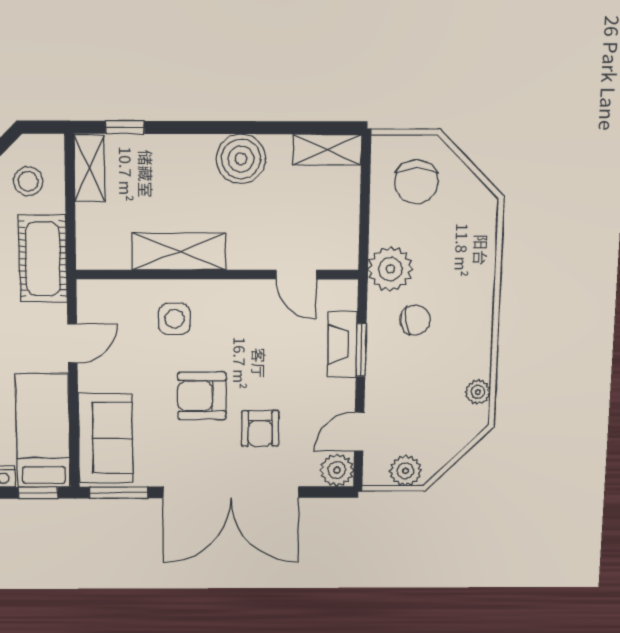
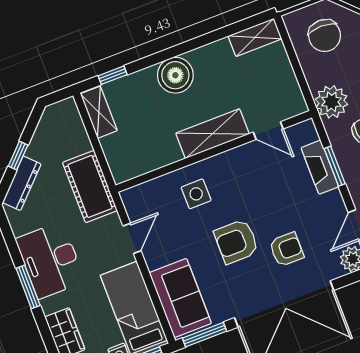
boiler: (241, 159) -> (175, 75), moved
stool: (28, 181) -> (61, 137), removed
shelving: (179, 251) -> (212, 134), moved
armchair: (260, 428) -> (286, 249), turned -90

